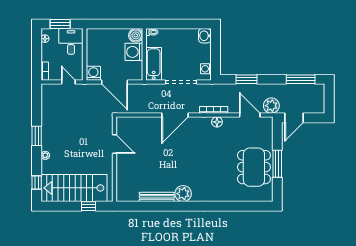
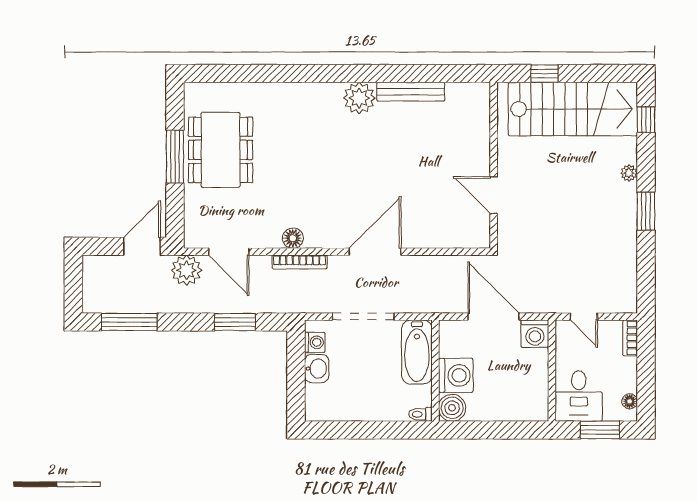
washbasin: (205, 36) -> (317, 369), moved

